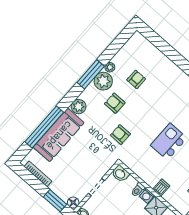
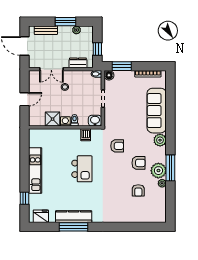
window: (44, 127) -> (170, 108), removed
dishwasher: (161, 188) -> (86, 135), moved

